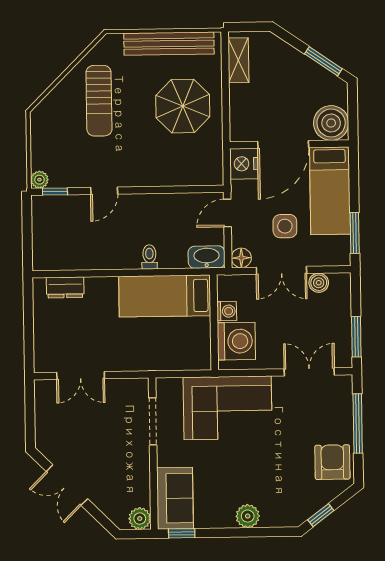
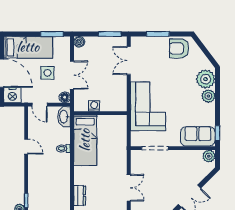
door: (104, 191) -> (26, 147), moved
boiler: (319, 283) -> (79, 42), moved
washing machine: (236, 341) -> (111, 101), removed
window: (358, 424) -> (158, 34), width x0.69
plant: (278, 511) -> (206, 79), added
window: (321, 515) -> (208, 55), removed

